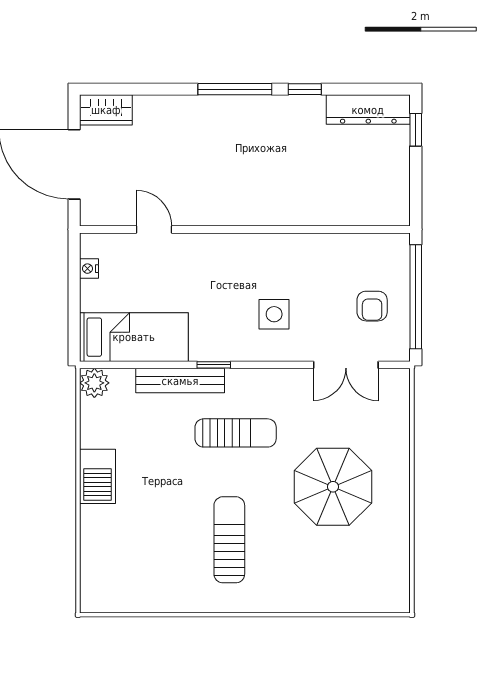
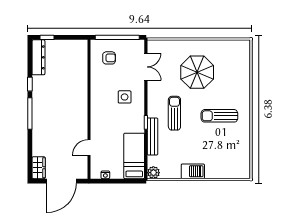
armchair: (372, 306) -> (109, 58), moved

